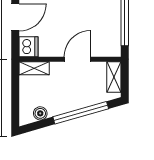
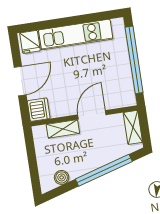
shelving: (34, 68) -> (63, 129), moved

